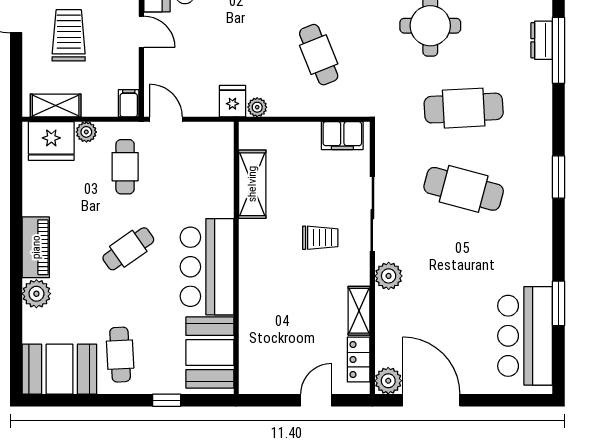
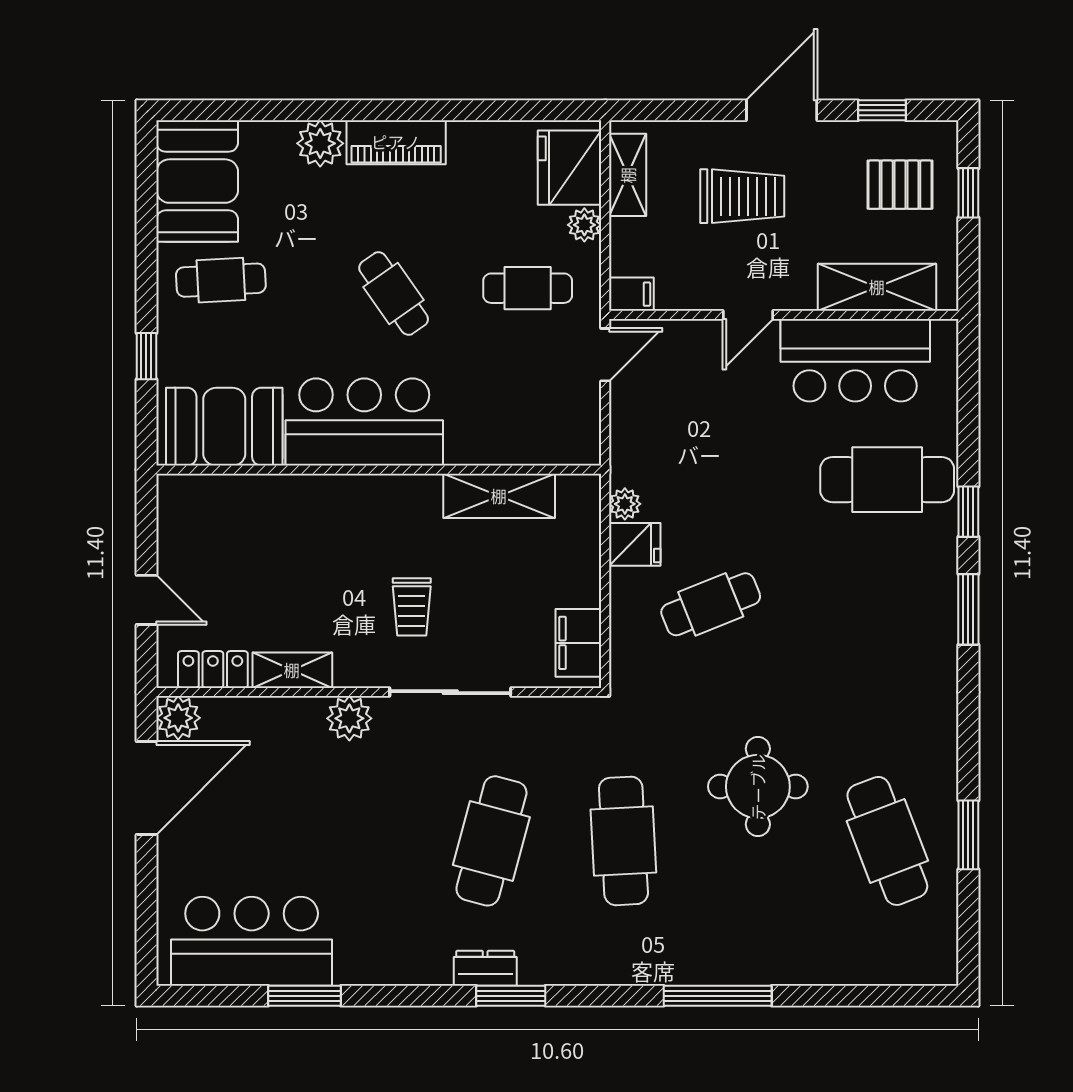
dresser: (542, 40) -> (485, 968), moved
fridge: (232, 101) -> (635, 544), moved

